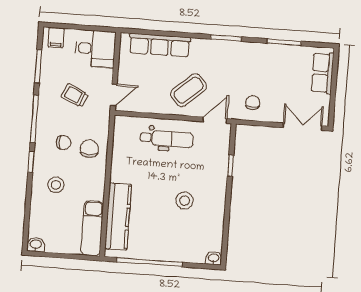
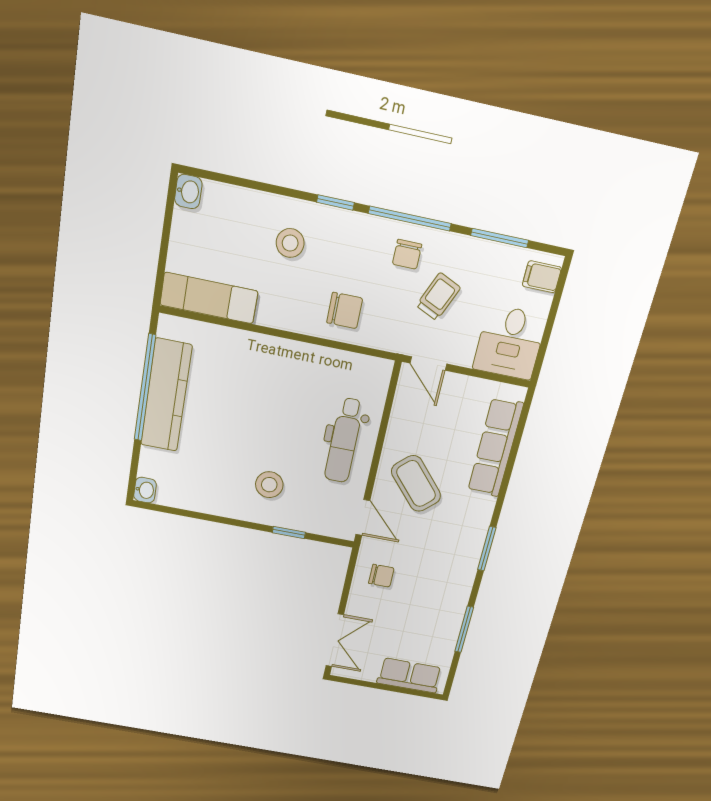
chair: (64, 143) -> (407, 254), moved
stool: (184, 201) -> (269, 485), moved
kitchen counter: (118, 217) -> (166, 395), moved, turned -90

